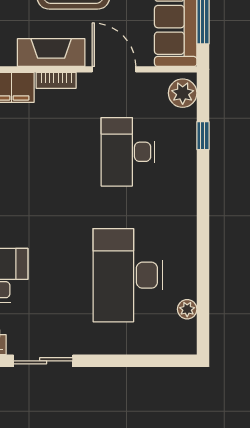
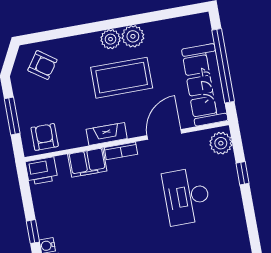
fireplace: (51, 53) -> (107, 134), width x0.73, depth x0.76
door: (114, 69) -> (164, 134), hinge flipped

